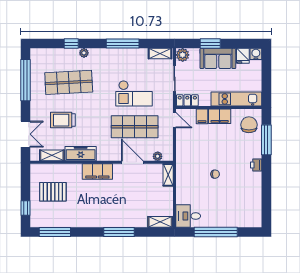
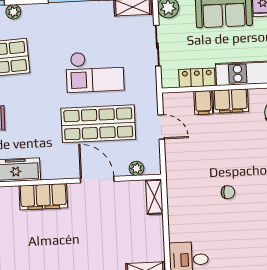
locker: (187, 100) -> (197, 78), moved
door: (175, 120) -> (161, 127), moved

